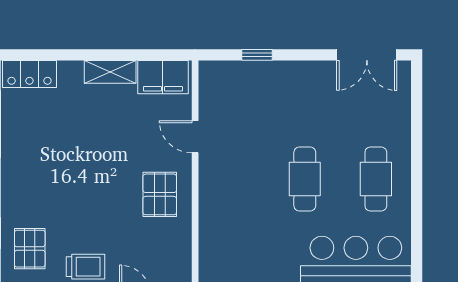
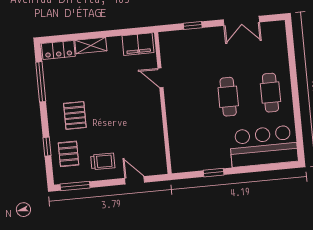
double door: (367, 55) -> (241, 21), moved
shelving: (110, 72) -> (91, 46), moved
pallet: (160, 194) -> (75, 115), moved

